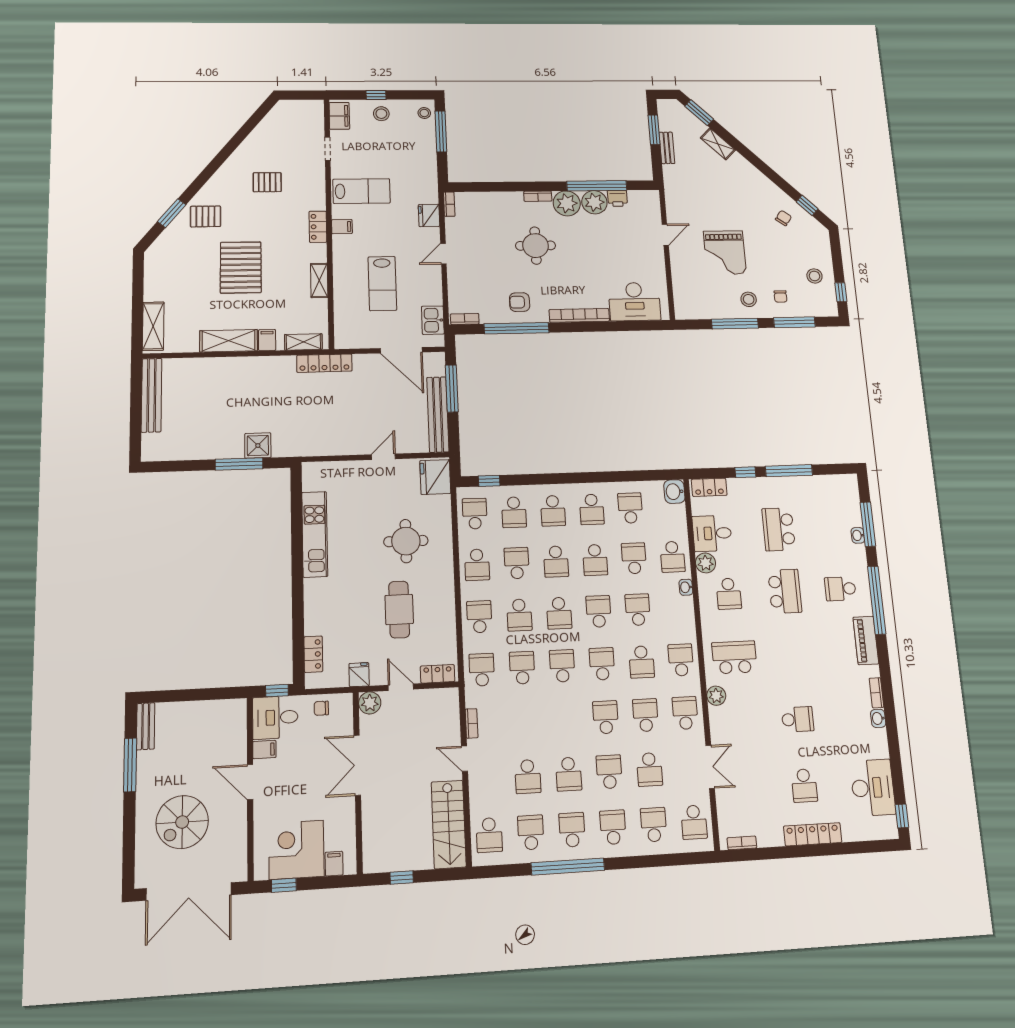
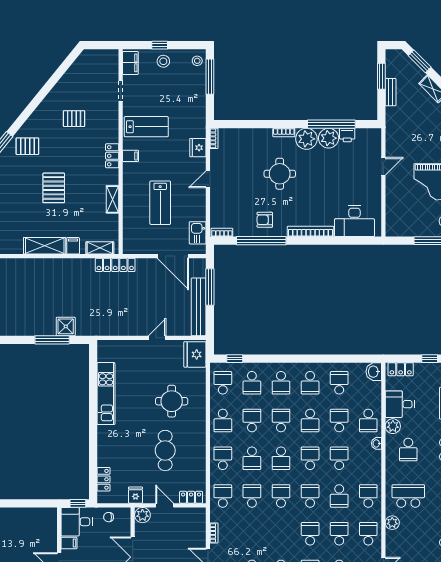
pallet: (241, 267) -> (54, 188), width x0.73, depth x0.71
school desk: (556, 561) -> (281, 421), turned 180

